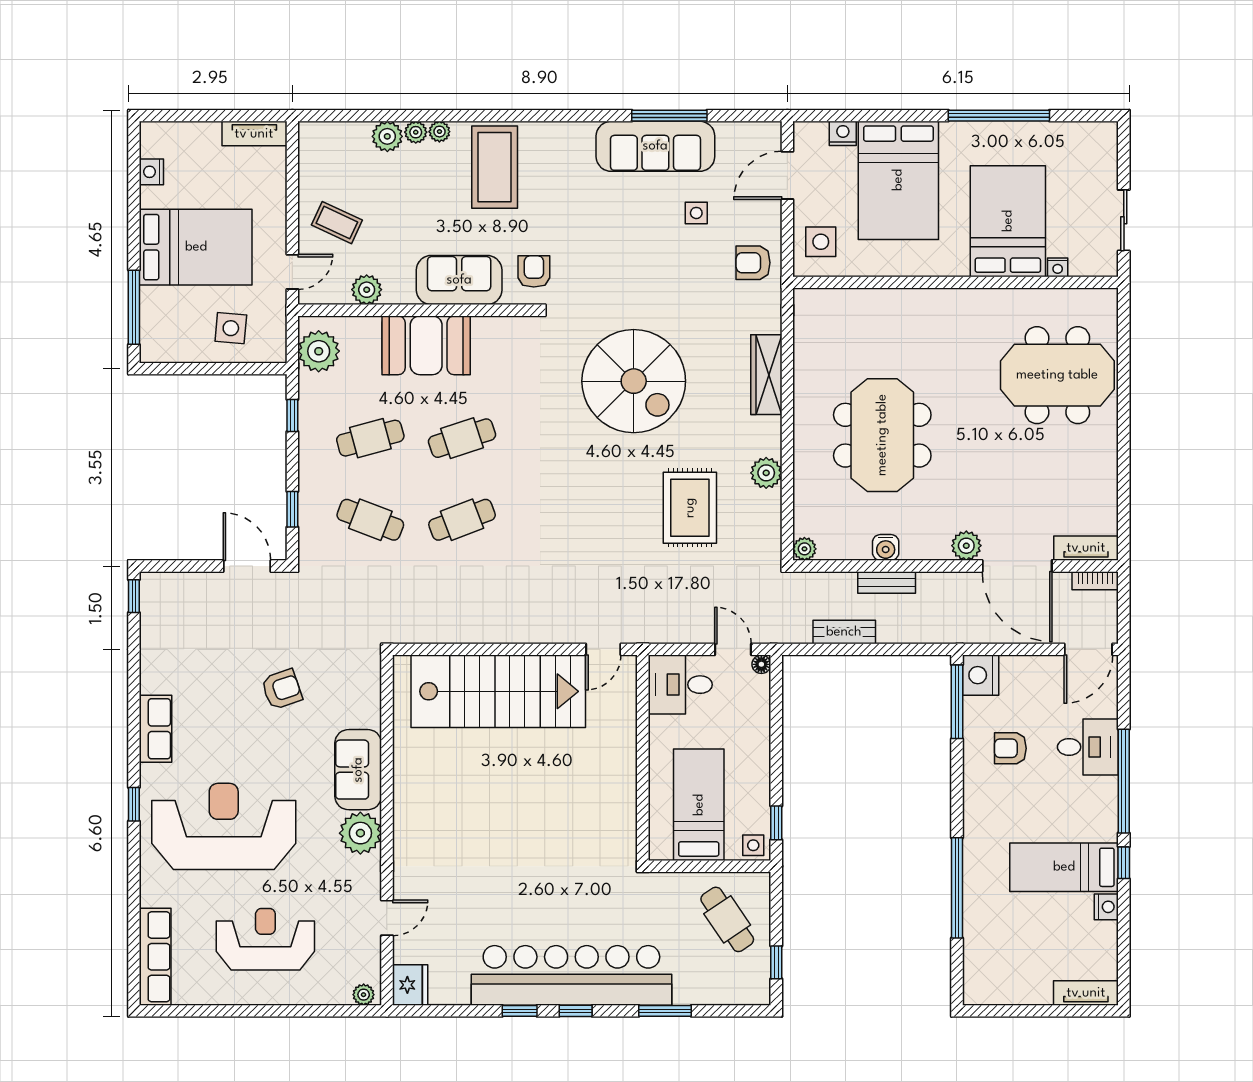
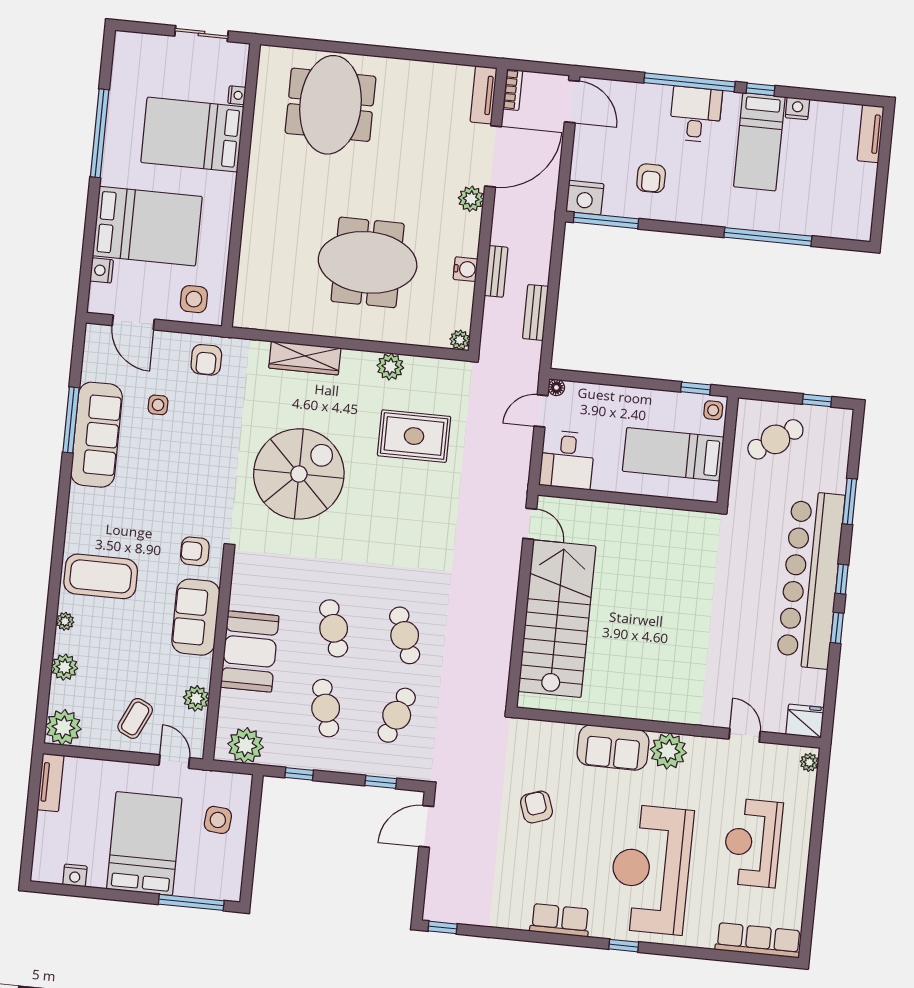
plant: (416, 132) -> (63, 727), moved, width x1.87, depth x1.87
desk: (1088, 747) -> (696, 114), moved

